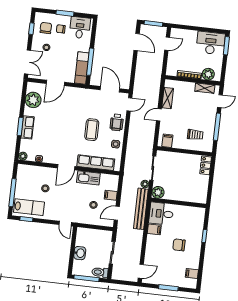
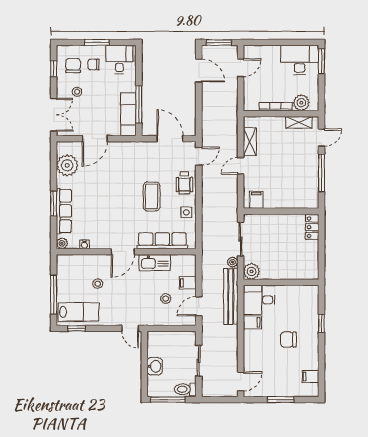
row of seats: (28, 127) -> (64, 211), width x1.48
trolley: (195, 135) -> (293, 187), removed

